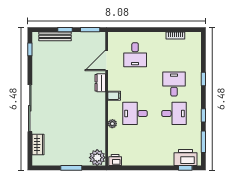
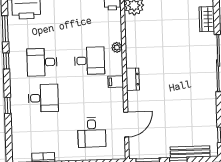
desk: (135, 55) -> (92, 132), turned 180
dresser: (100, 83) -> (133, 79), moved
desk: (174, 84) -> (43, 98), turned -90

